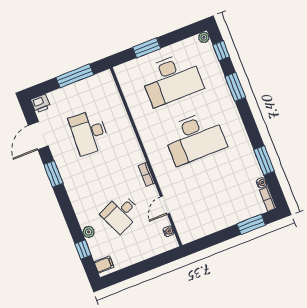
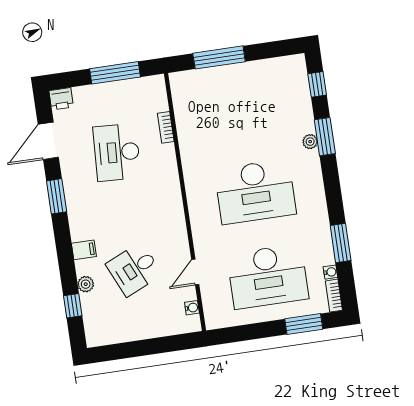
plant: (204, 37) -> (310, 142), moved
window: (147, 48) -> (219, 57), width x1.44
desk: (172, 79) -> (268, 276), moved
bookcase: (147, 174) -> (166, 127), moved
filing cabinet: (104, 265) -> (84, 250), moved

